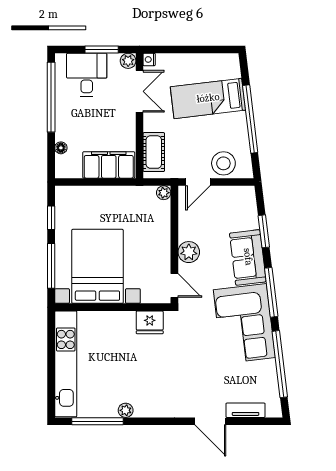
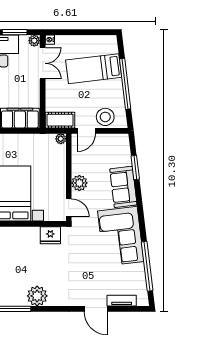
cot: (154, 152) -> (60, 120), moved, turned 90
window: (271, 292) -> (141, 213), removed
plant: (126, 410) -> (37, 296), width x1.88, depth x1.88

